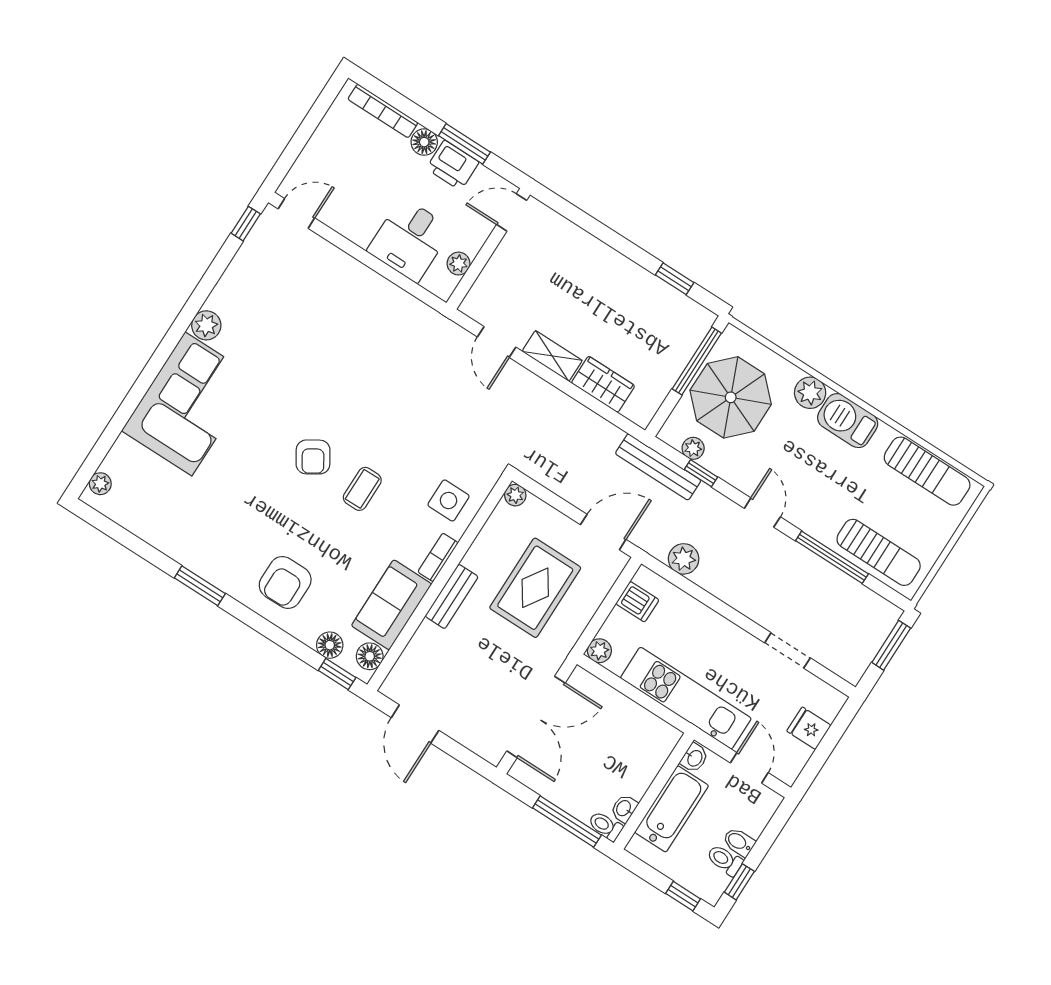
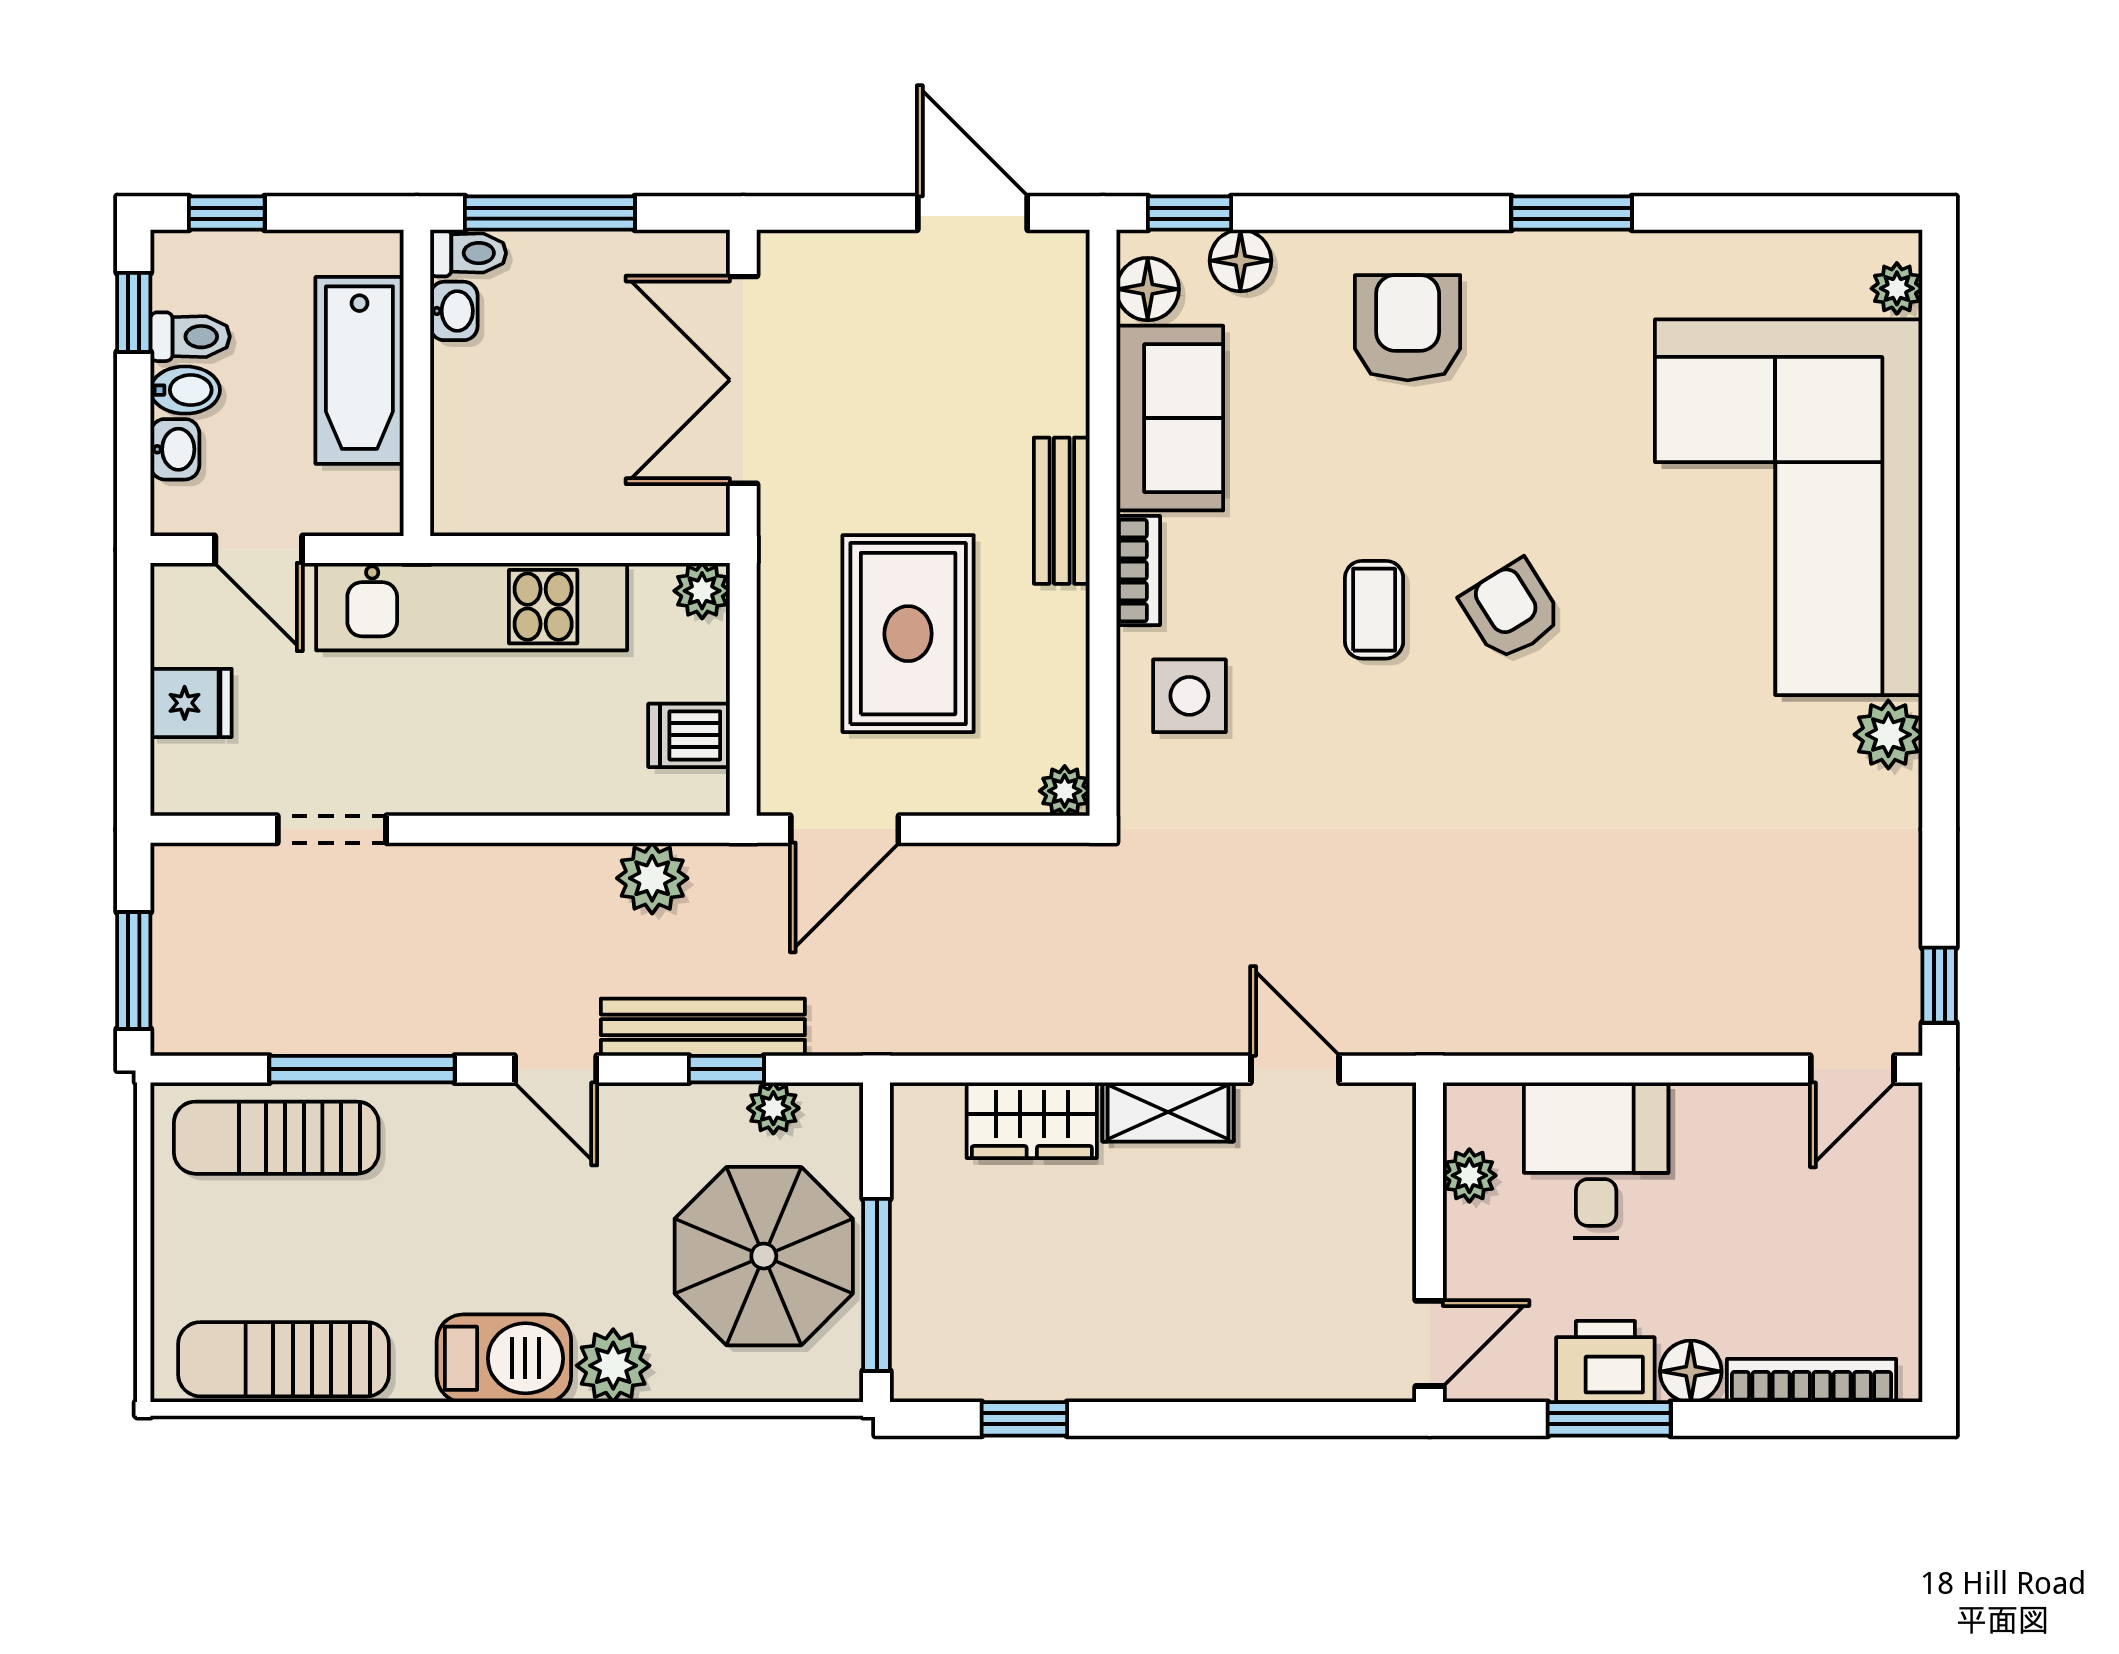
corner sofa: (188, 404) -> (1789, 507), width x1.36, depth x1.36
bench: (658, 467) -> (703, 1027), moved
washbasin: (694, 758) -> (175, 449), moved, turned 180

